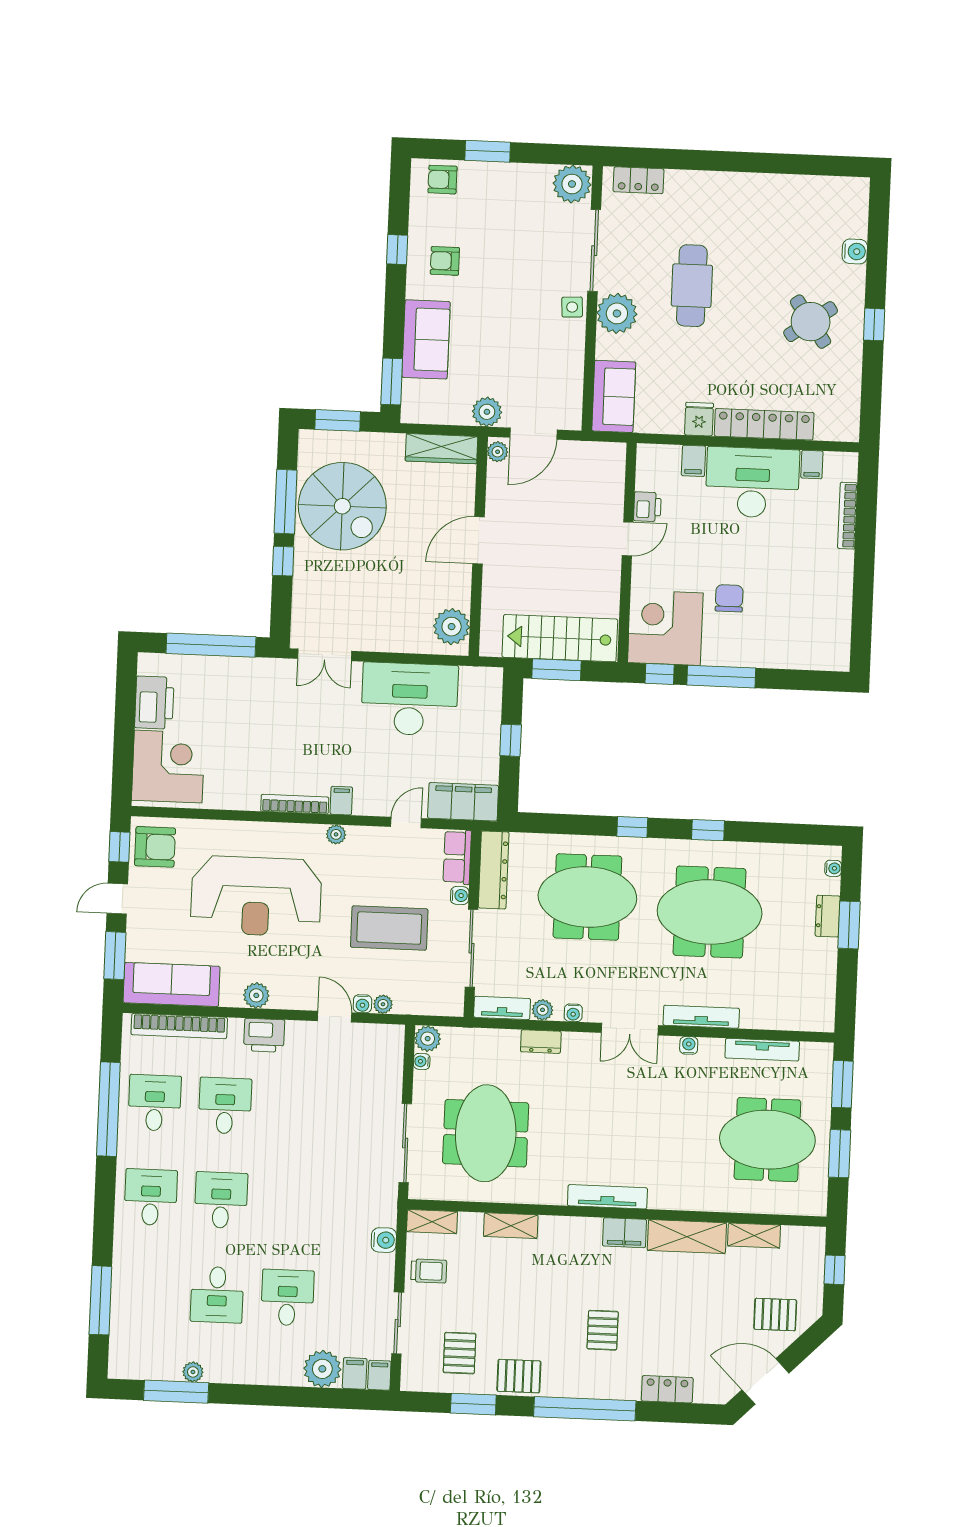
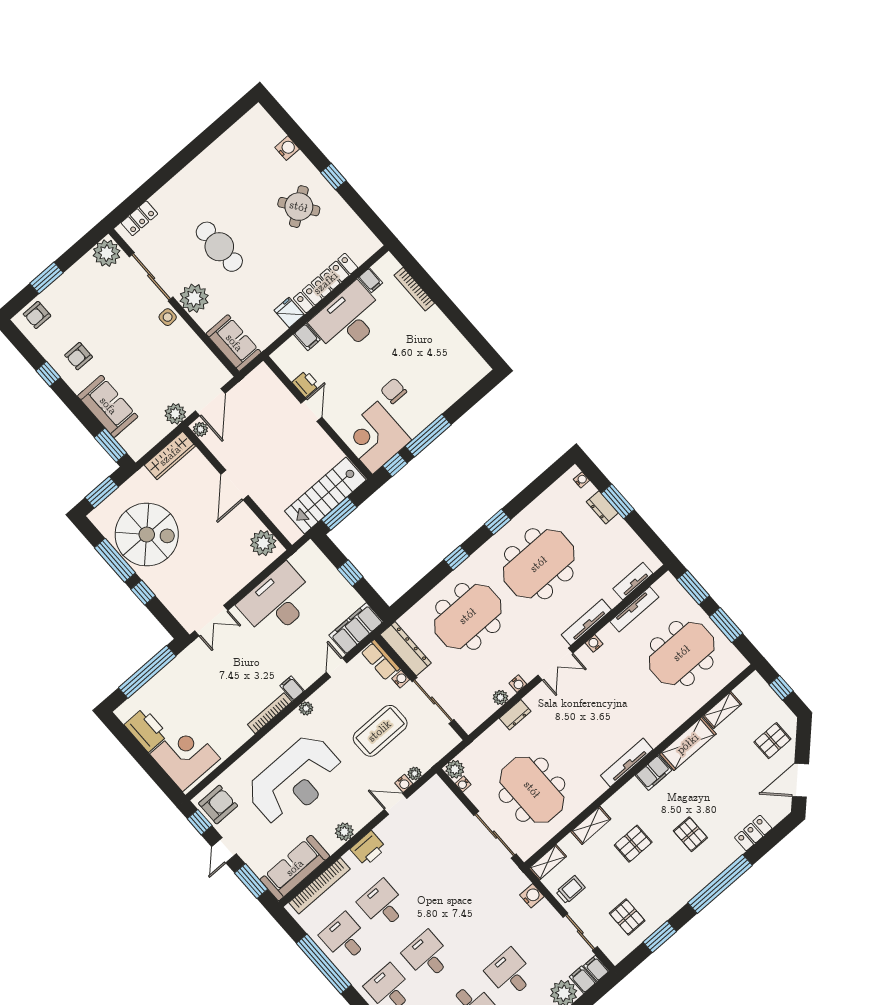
tv unit: (502, 1008) -> (633, 581), moved
pallet: (519, 1376) -> (633, 844), moved

